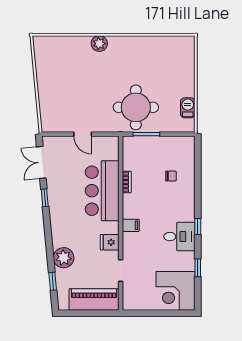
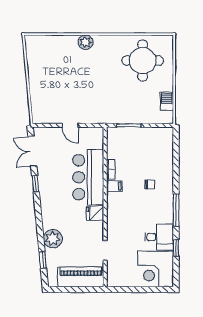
round table: (136, 107) -> (143, 61), moved
chair: (171, 176) -> (150, 184), moved
filing cabinet: (131, 225) -> (114, 186), moved
window: (198, 227) -> (176, 210), width x2.17
desk: (179, 237) -> (159, 237), moved
fridge: (110, 242) -> (95, 213), moved

